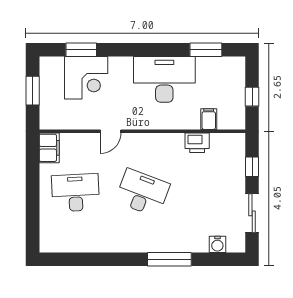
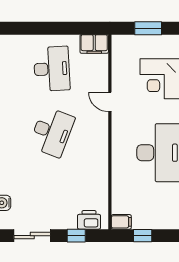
filing cabinet: (209, 119) -> (121, 222), moved
printer: (197, 143) -> (89, 220), moved, turned 90

